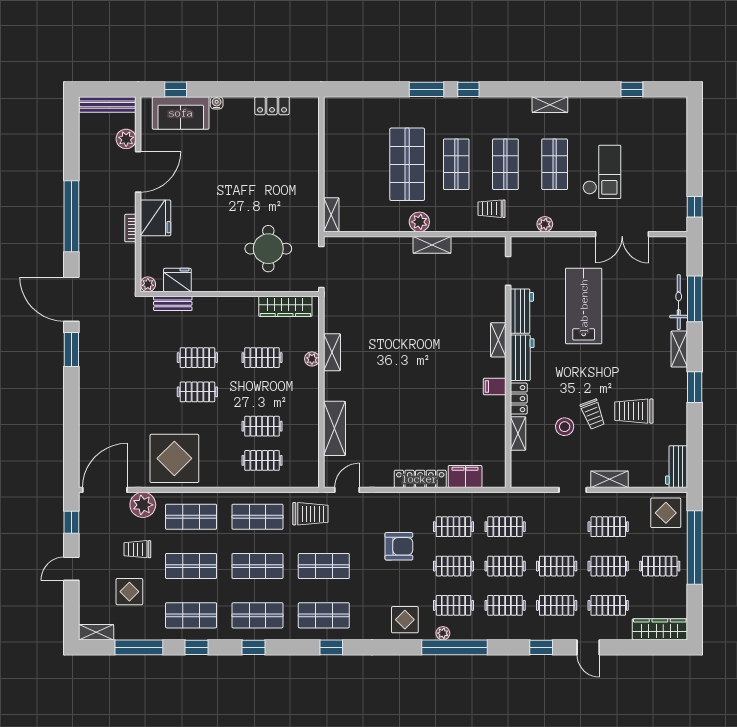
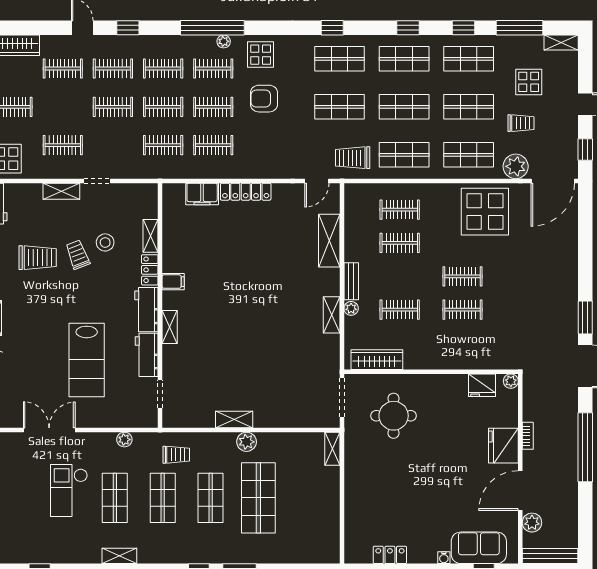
bench: (173, 303) -> (351, 281), moved, turned 90
armchair: (399, 546) -> (264, 99), moved
clothes rail: (608, 566) -> (63, 107), removed

